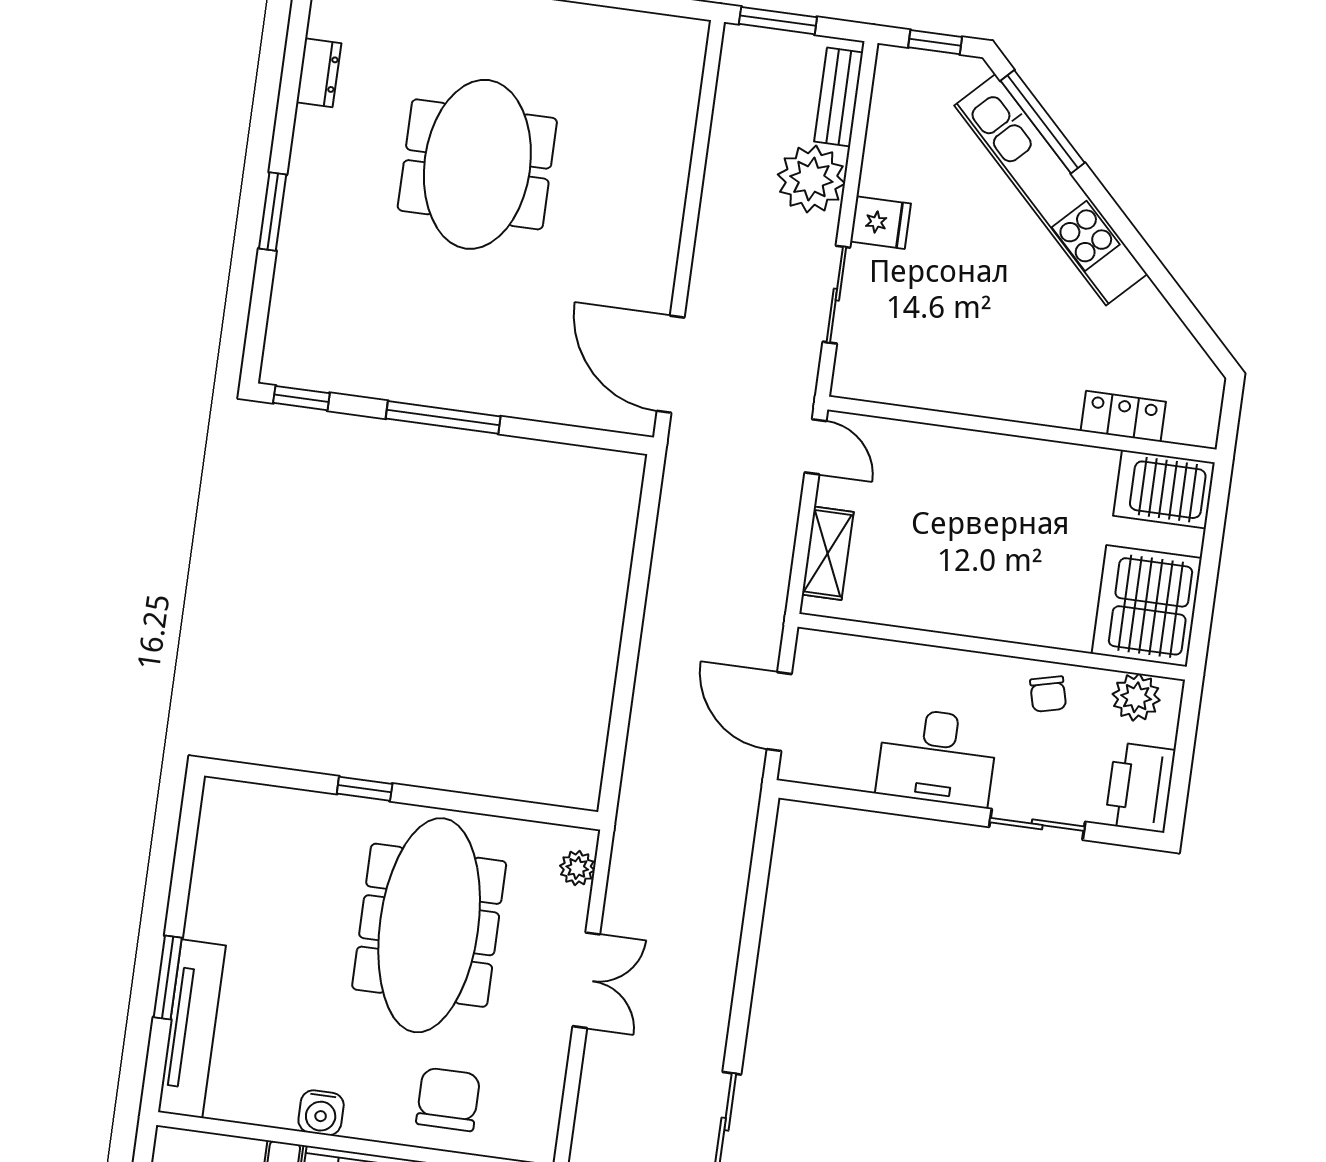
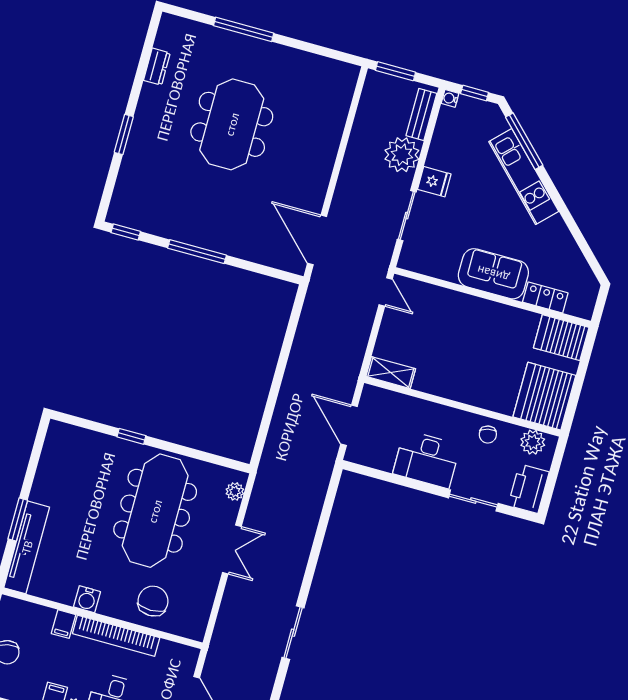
water cooler: (889, 59) -> (450, 98), added
kitchen unit: (1051, 190) -> (524, 177), width x0.73
sofa: (1018, 384) -> (493, 274), added
shelving: (828, 553) -> (391, 373), moved, turned 90

